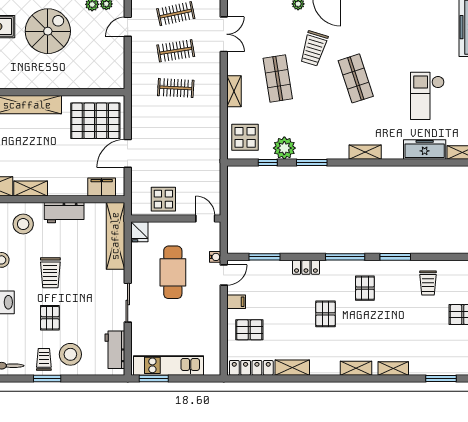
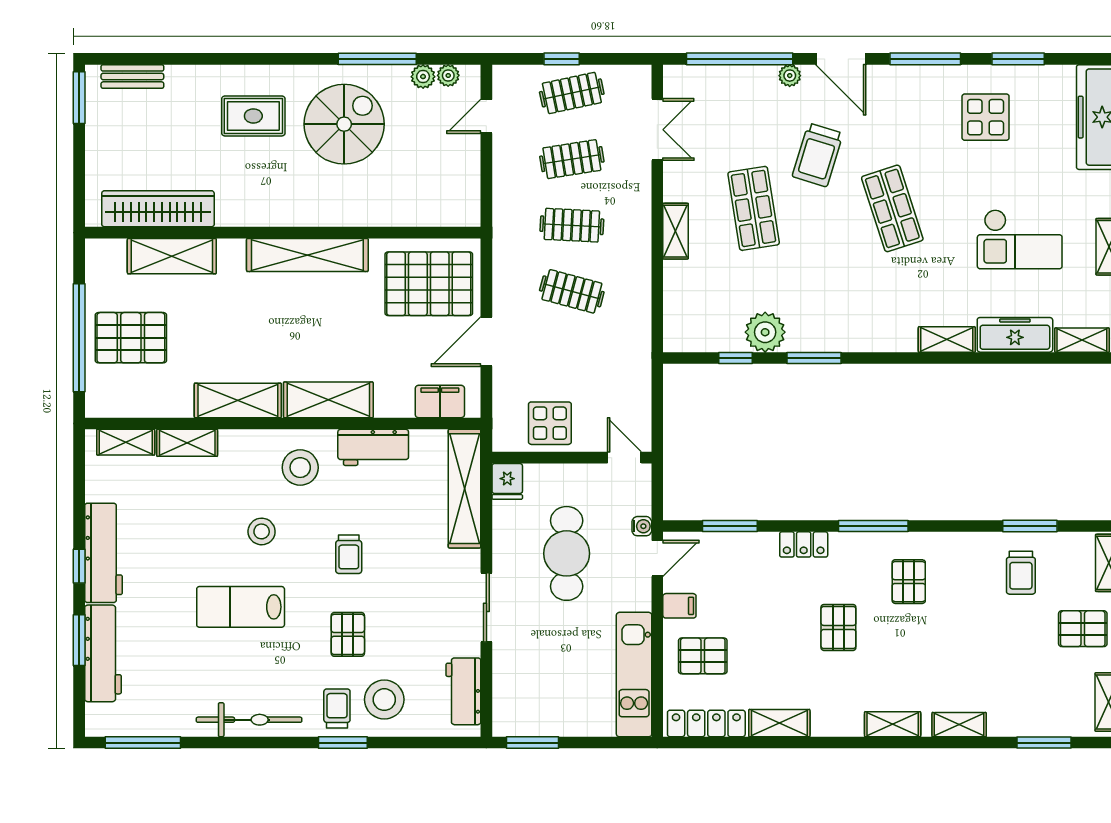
checkout: (427, 96) -> (1020, 239), turned -90
clothes rail: (176, 125) -> (572, 291), added
display table: (245, 137) -> (986, 117), moved
shelving: (365, 152) -> (947, 340), moved
shelving: (31, 189) -> (328, 400), width x1.50, depth x1.33
window: (395, 257) -> (1030, 526), moved
trolley: (50, 273) -> (349, 554), width x0.73, depth x0.72
kitchen unit: (169, 365) -> (634, 675), moved, turned -90

